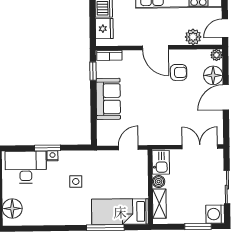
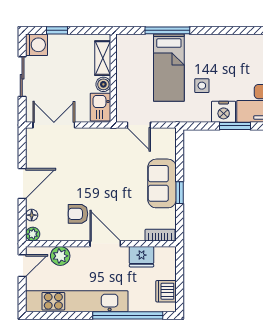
fridge: (104, 29) -> (142, 257), moved, turned -90
window: (93, 71) -> (180, 193), moved
floor lamp: (213, 75) -> (32, 215), width x0.53, depth x0.53
double door: (200, 147) -> (54, 125), swing flipped
door: (128, 148) -> (139, 125), hinge flipped
nightstand: (52, 156) -> (224, 112), width x1.89, depth x1.79
bed: (120, 212) -> (169, 68), moved, turned 90
window: (198, 226) -> (57, 30), width x0.67

